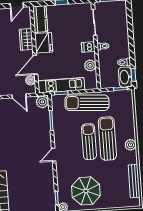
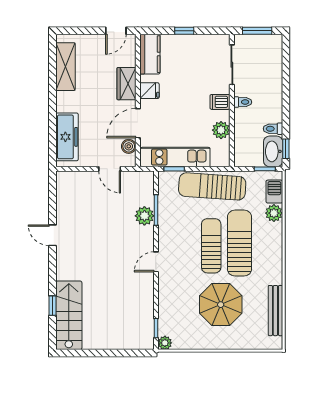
fridge: (44, 43) -> (149, 91), width x0.53, depth x0.75
plant: (42, 102) -> (144, 216), moved
barbecue: (128, 103) -> (274, 192), added
plant: (130, 145) -> (274, 213), moved
parasol: (86, 191) -> (221, 305), moved

